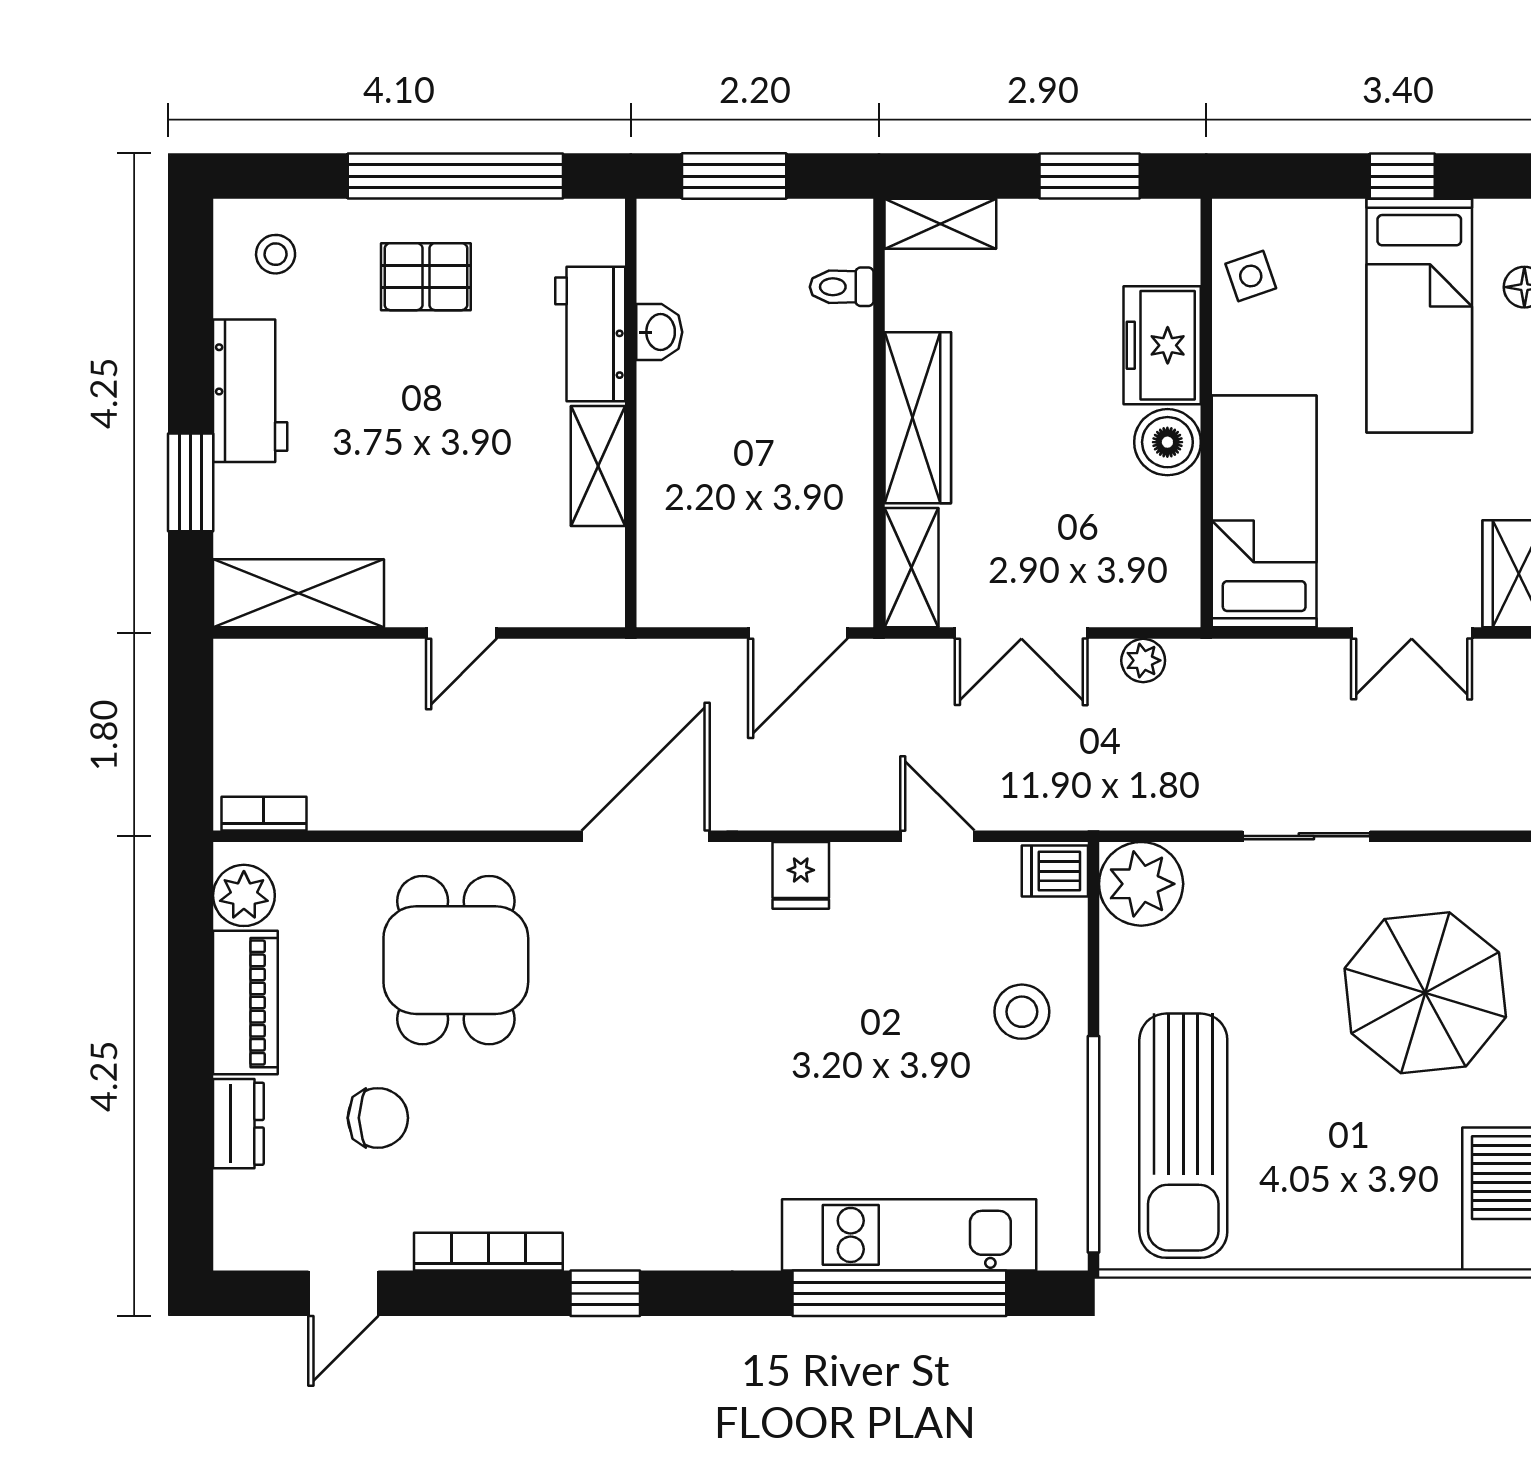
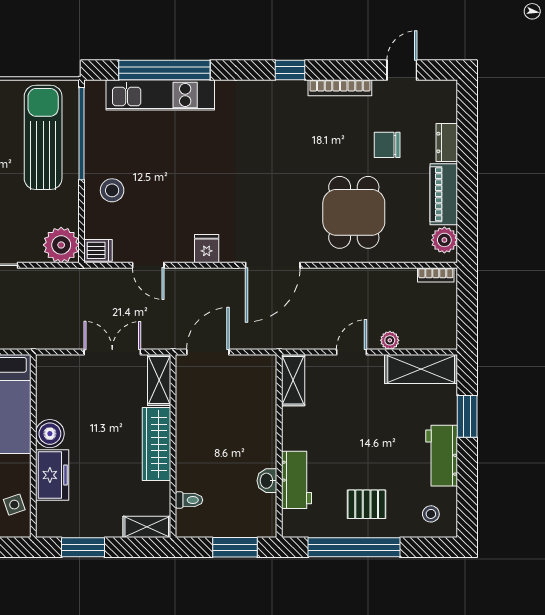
shelving: (598, 466) -> (293, 380), moved
plant: (1143, 660) -> (390, 340), moved

